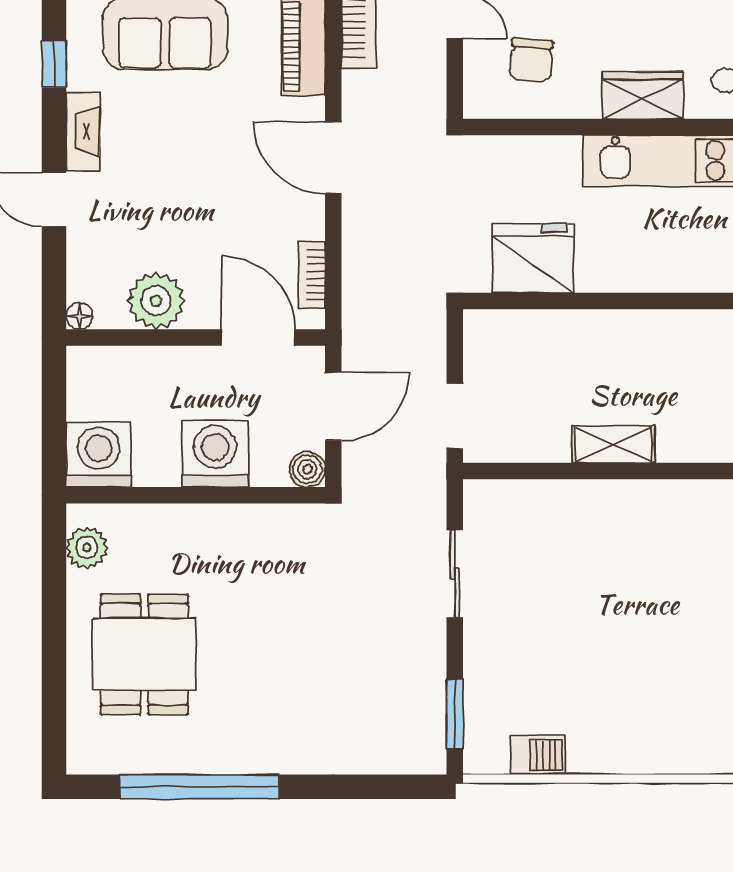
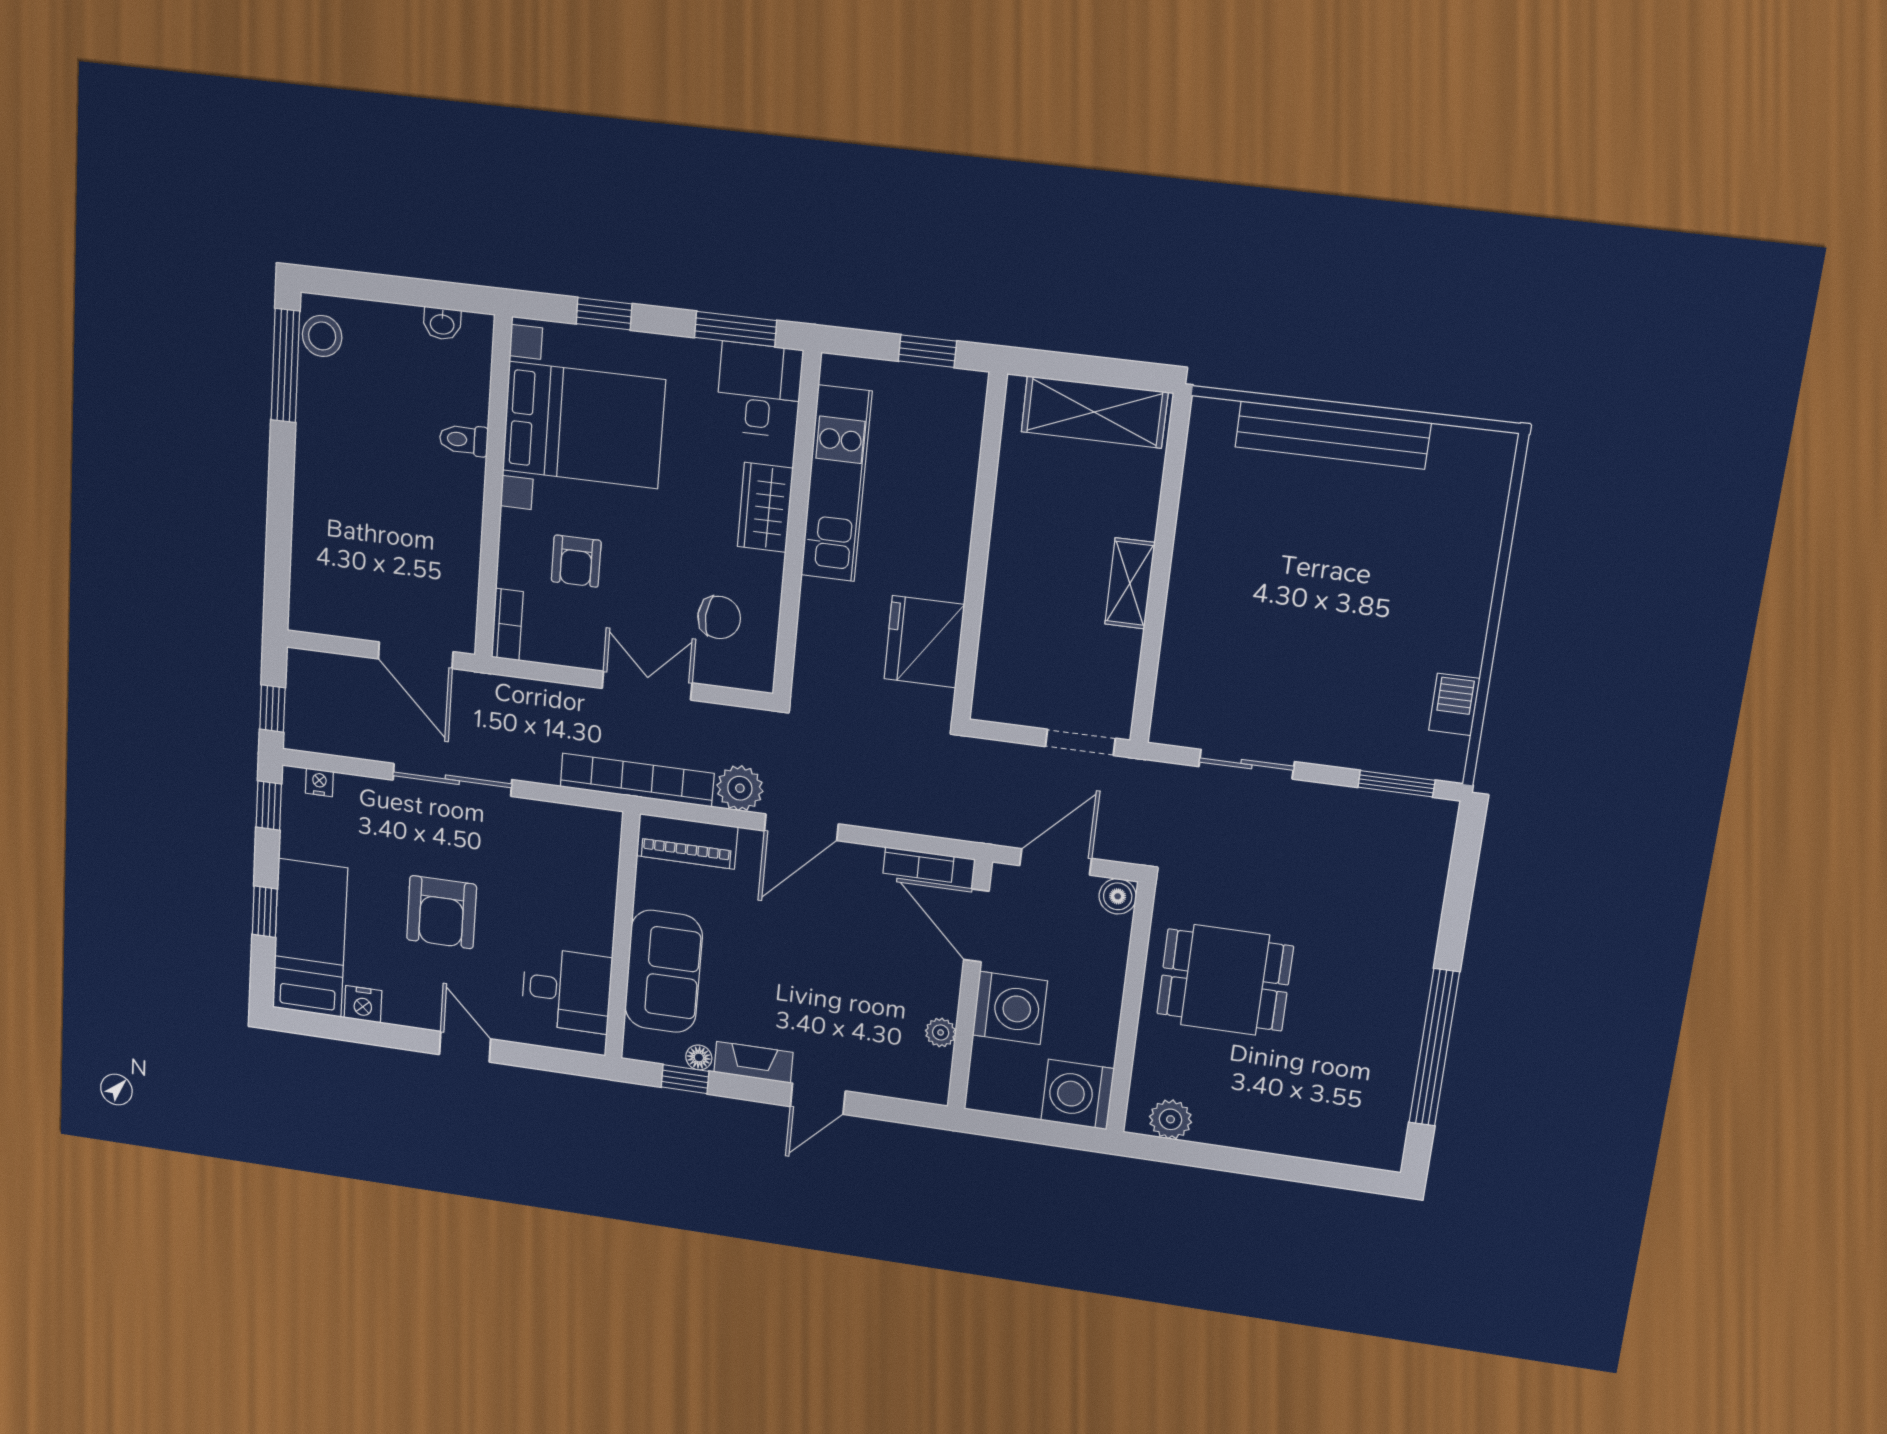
plant: (364, 94) -> (740, 788), added
plant: (156, 301) -> (941, 1032), width x0.53, depth x0.53
floor lamp: (79, 316) -> (699, 1057), moved
door: (258, 337) -> (976, 925), hinge flipped
door: (333, 406) -> (1056, 862), hinge flipped
washing machine: (215, 454) -> (1010, 1008), moved, turned 180
dining table: (144, 654) -> (1225, 980), moved

